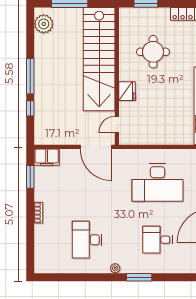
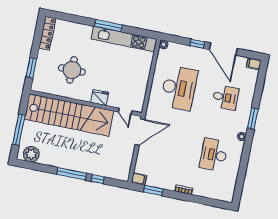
filing cabinet: (47, 157) -> (139, 179), width x0.50
desk: (87, 240) -> (214, 155), turned 90
desk: (157, 240) -> (225, 97), turned -90

